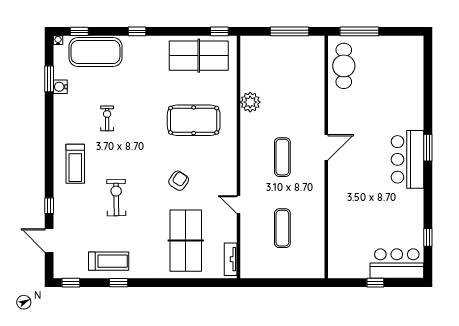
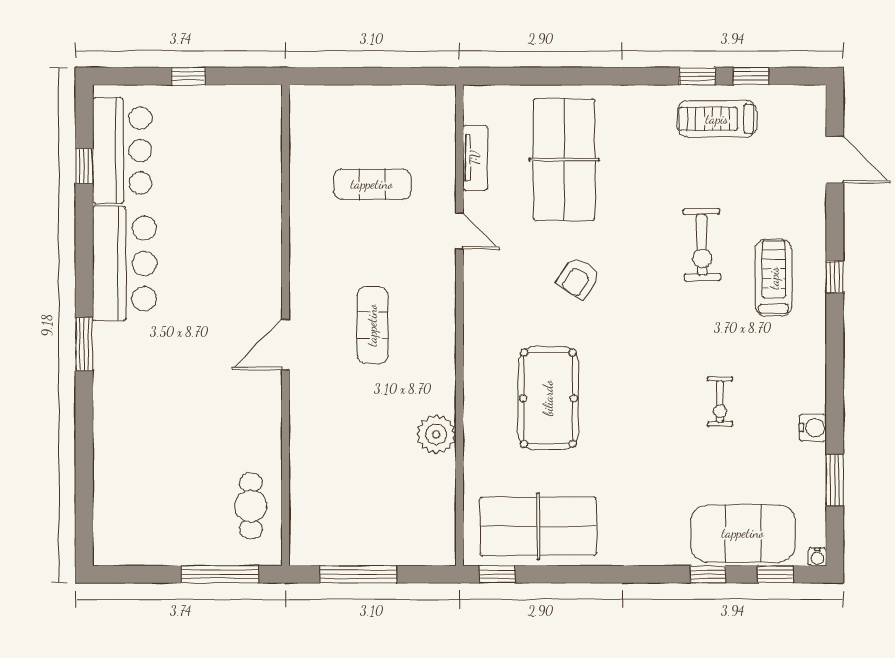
window: (137, 31) -> (708, 574), moved
cafe table: (344, 66) -> (251, 506), width x0.73, depth x0.74
water cooler: (60, 87) -> (813, 428), moved
pool table: (194, 120) -> (548, 398), turned 90
bar counter: (407, 159) -> (124, 263), moved
treadmill: (75, 164) -> (774, 278), moved
window: (49, 206) -> (835, 277), moved
exercise mat: (282, 228) -> (372, 184), turned 90
tv unit: (231, 259) -> (475, 158), moved
bar counter: (397, 264) -> (122, 151), moved, turned -90
window: (71, 283) -> (751, 76), moved

